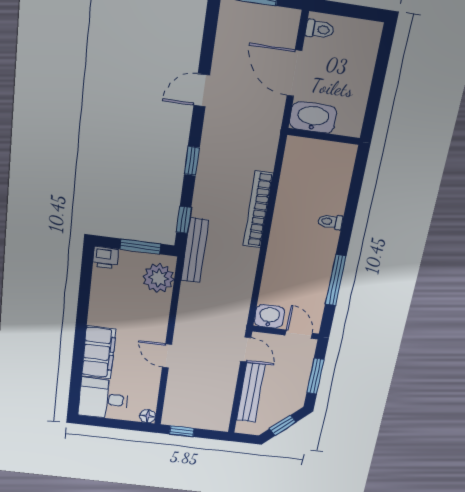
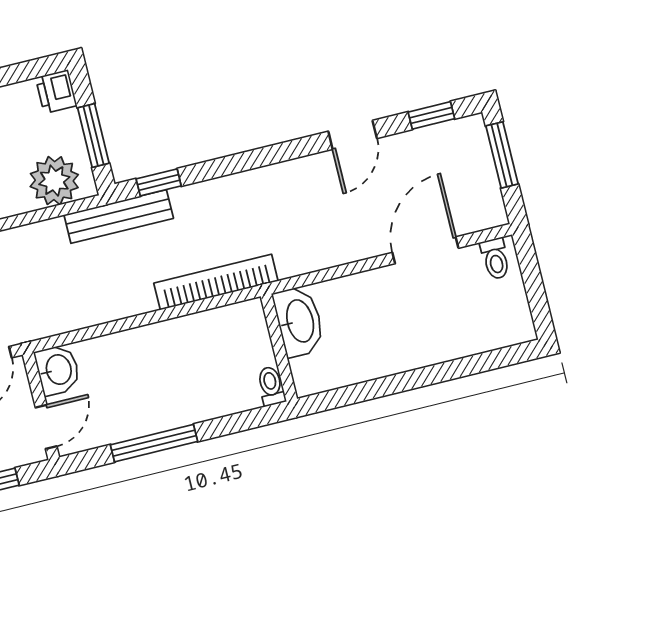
door: (202, 90) -> (353, 135), swing flipped
washbasin: (313, 117) -> (299, 321), moved
wall: (324, 136) -> (279, 348), moved
window: (192, 161) -> (431, 115), moved
toilet: (330, 222) -> (271, 386), moved

